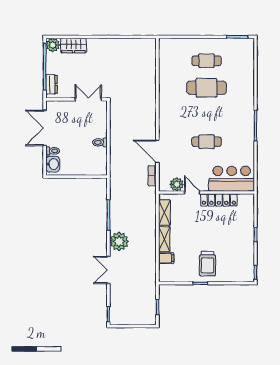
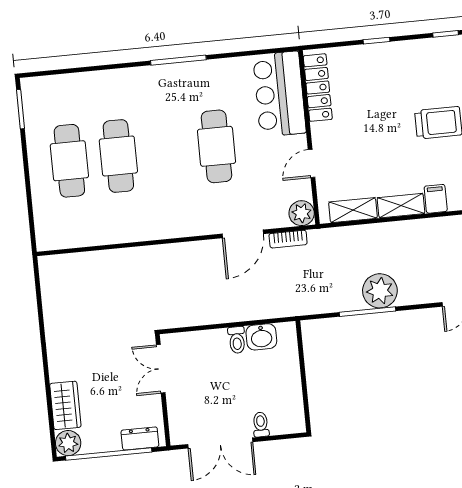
cafe table: (206, 61) -> (69, 161), width x1.37, depth x1.35
cafe table: (206, 142) -> (217, 146), width x1.37, depth x1.35
washbasin: (53, 164) -> (261, 337), moved, turned 180
plant: (177, 184) -> (302, 213), moved
locker: (219, 200) -> (318, 88), moved
plant: (119, 241) -> (380, 291), moved

